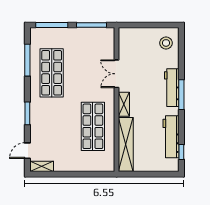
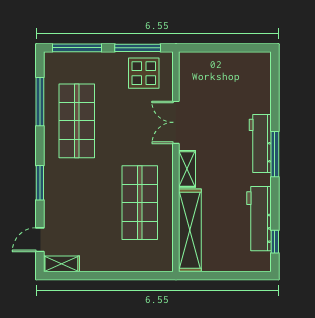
display table: (95, 41) -> (144, 73), added
stool: (166, 43) -> (251, 75), removed

